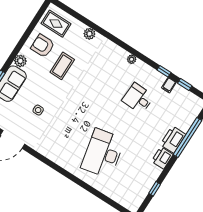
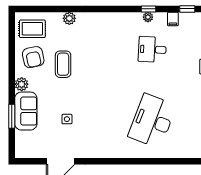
armchair: (43, 46) -> (33, 57), turned -102
plant: (132, 59) -> (148, 17), moved
window: (164, 71) -> (148, 9), moved
desk: (103, 153) -> (152, 121), turned 33

